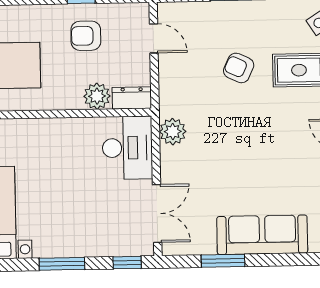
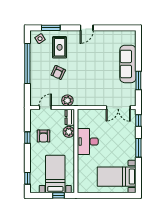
plant: (173, 132) -> (67, 100), moved
desk: (127, 148) -> (88, 141), moved, turned -90
double door: (157, 214) -> (118, 108), swing flipped

